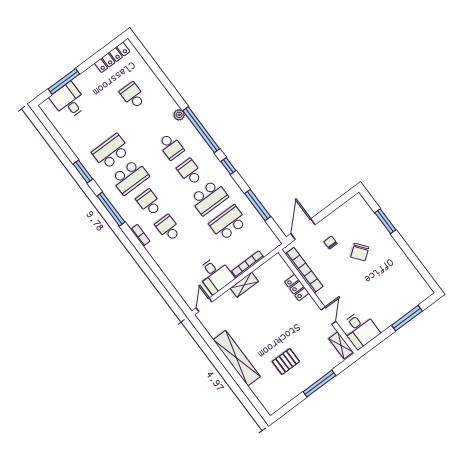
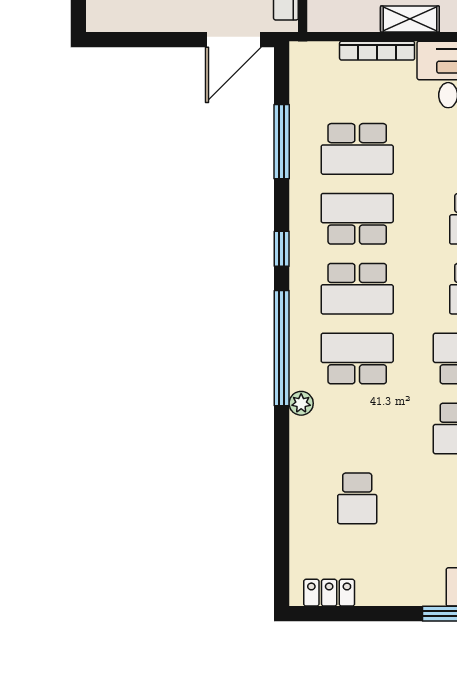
locker: (112, 57) -> (329, 593), width x0.66
school desk: (171, 147) -> (357, 359), width x1.85
school desk: (190, 172) -> (357, 289), width x1.85

